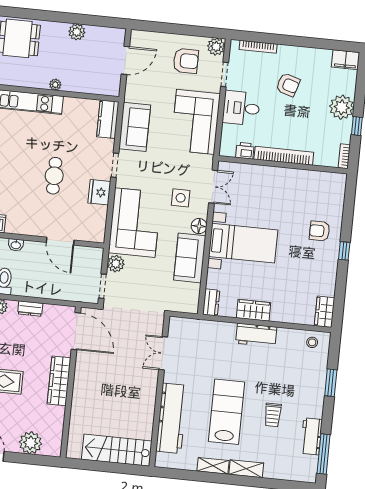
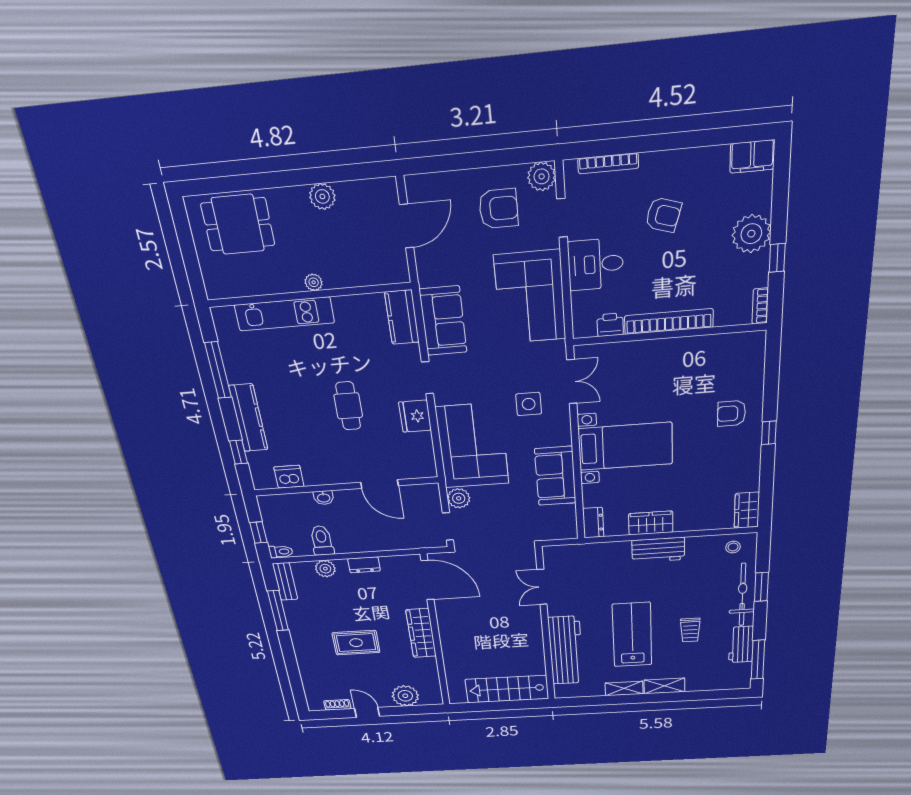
floor lamp: (199, 226) -> (561, 435), removed
bicycle: (316, 388) -> (742, 595), added

